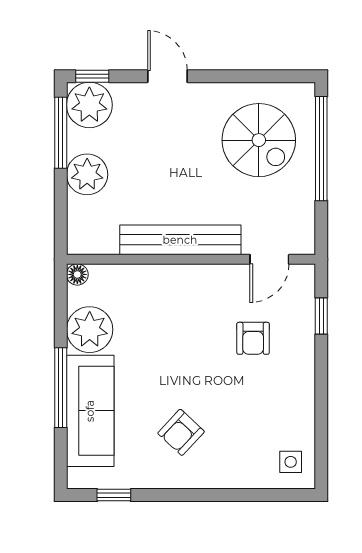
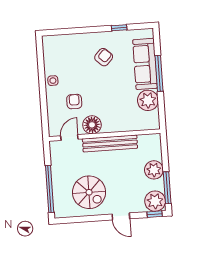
spiral stairs: (259, 140) -> (89, 192), moved, turned 180
floor lamp: (77, 274) -> (92, 125), moved, width x1.89, depth x1.89
window: (321, 316) -> (44, 114), removed
side table: (291, 462) -> (53, 81), moved
window: (114, 495) -> (119, 28), moved

